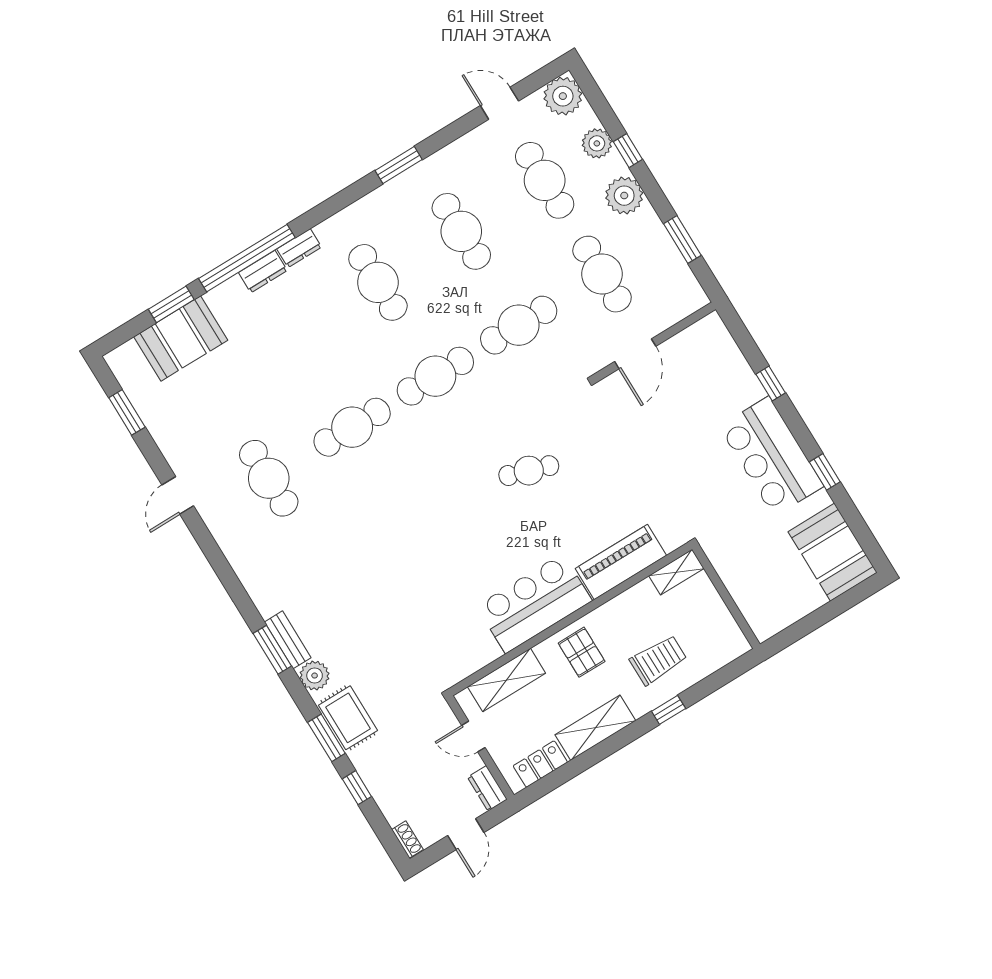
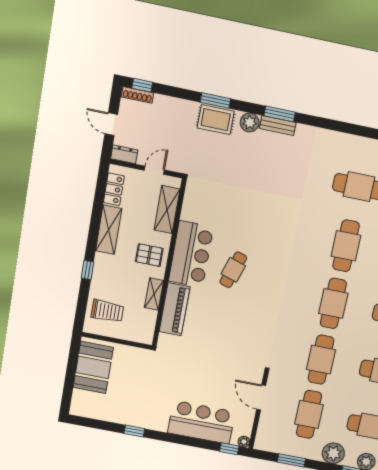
cafe table: (602, 274) -> (309, 414), turned 90
plant: (713, 322) -> (244, 442), added
window: (771, 384) -> (229, 449), moved
bar counter: (771, 456) -> (201, 422), moved
cafe table: (529, 471) -> (233, 270), moved
booth: (833, 552) -> (93, 367), moved, turned 90
shelving: (676, 572) -> (154, 294), moved
trolley: (658, 660) -> (107, 311), moved, turned -90
window: (357, 788) -> (142, 85), moved
shoe rack: (407, 840) -> (137, 95), width x1.43

